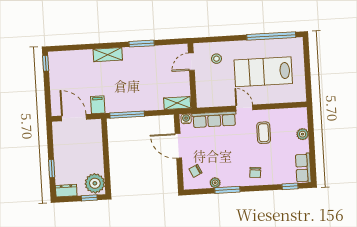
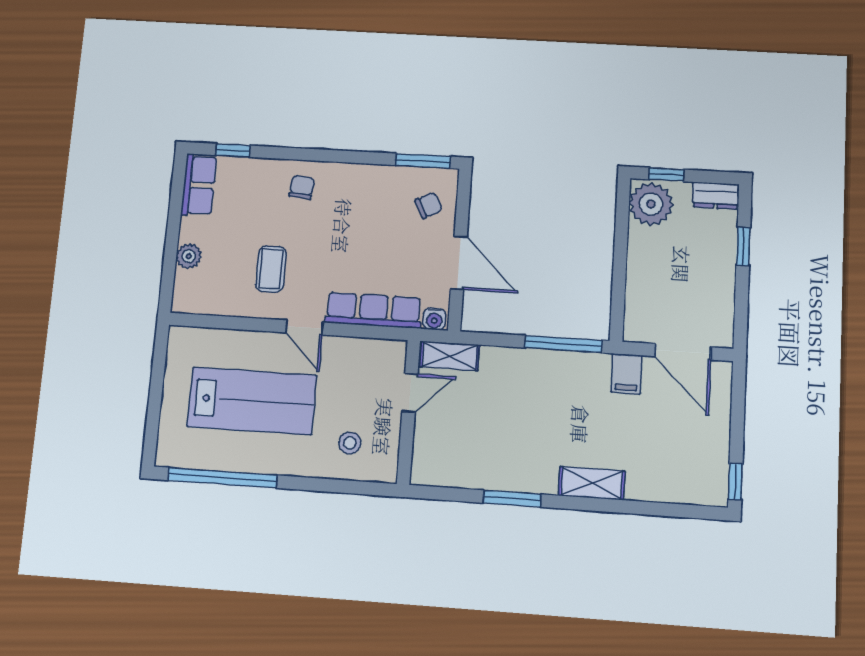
door: (191, 62) -> (410, 393), moved
plant: (215, 183) -> (390, 176), removed
window: (227, 190) -> (423, 161), moved

